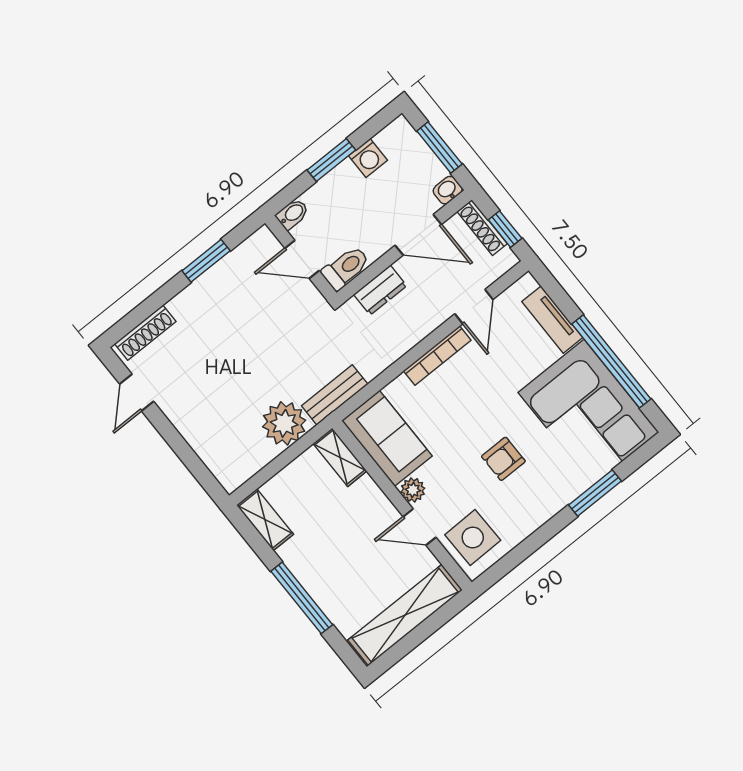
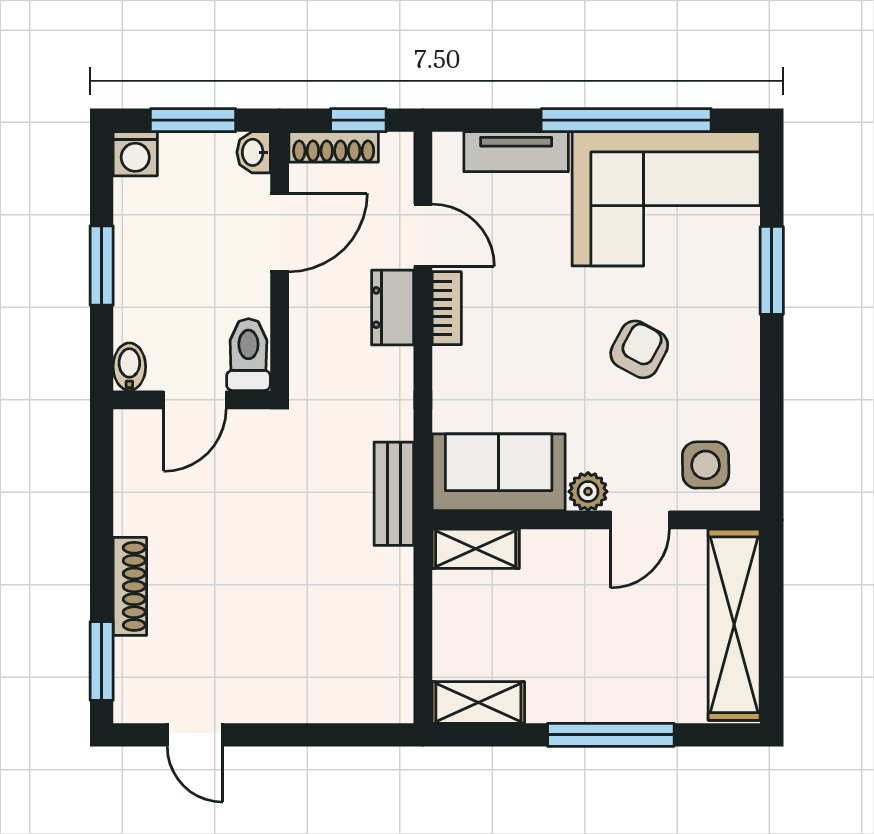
washing machine: (368, 158) -> (135, 154), moved, turned 90
window: (206, 261) -> (102, 661), moved
dresser: (380, 290) -> (393, 308), moved, turned 180
shoe rack: (145, 333) -> (130, 586), moved
bookcase: (437, 356) -> (447, 308), width x0.64
plant: (284, 423) -> (379, 584), removed
armchair: (503, 459) -> (639, 349), turned -152
side table: (473, 537) -> (706, 465), width x0.73, depth x0.73

